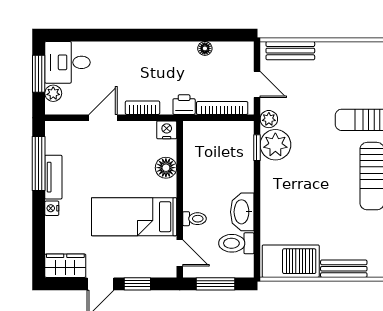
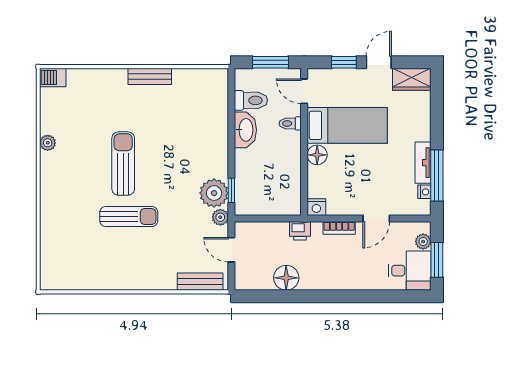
floor lamp: (205, 48) -> (286, 278), width x1.89, depth x1.89
bookcase: (222, 108) -> (264, 228), removed
floor lamp: (166, 168) -> (317, 155), moved
nightstand: (52, 208) -> (424, 192), moved
barbecue: (291, 261) -> (200, 84), removed

